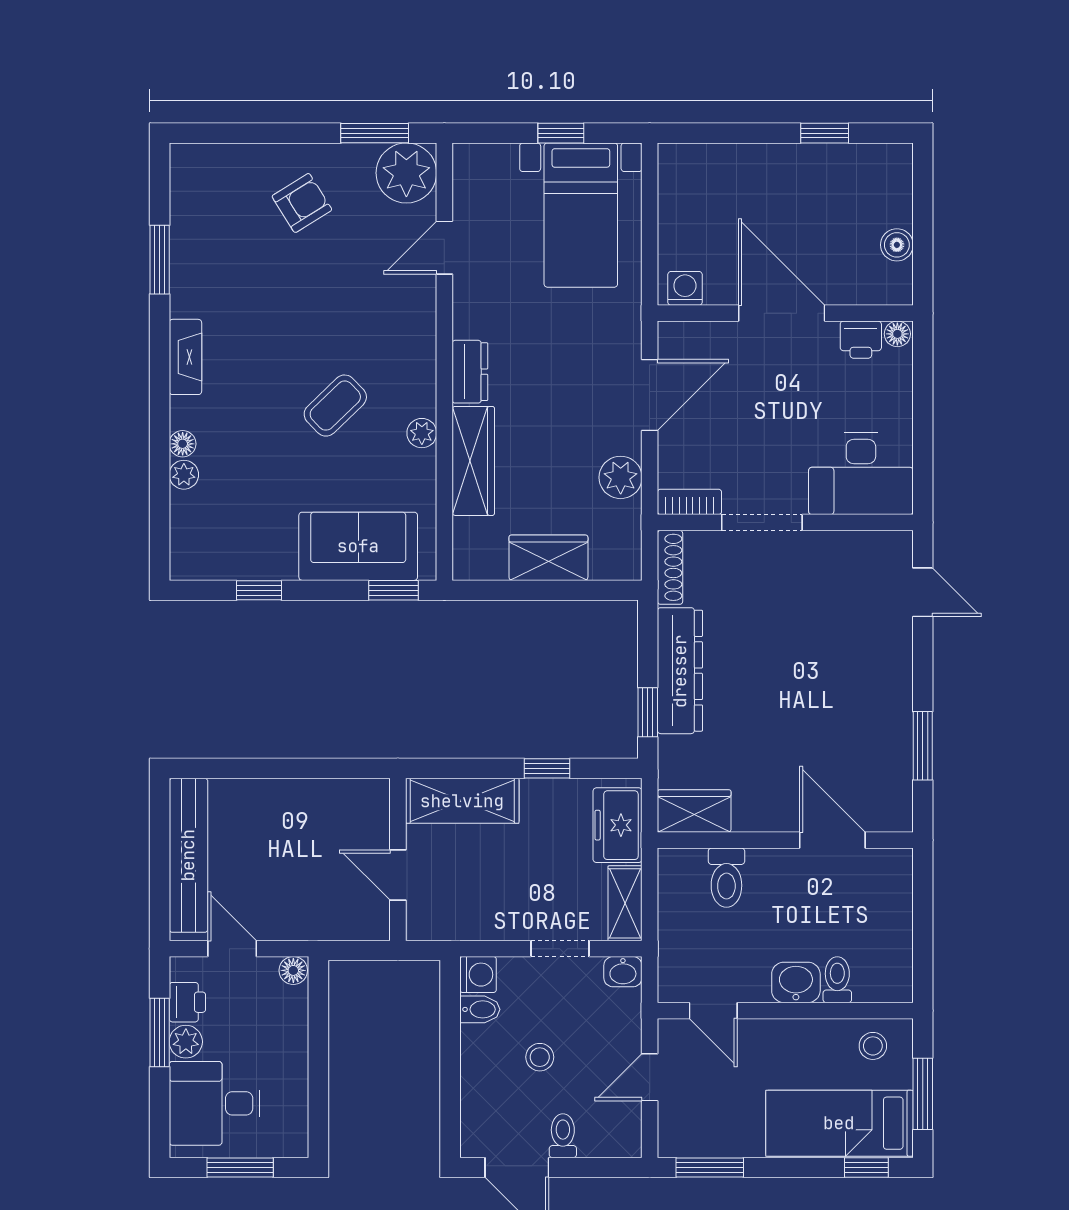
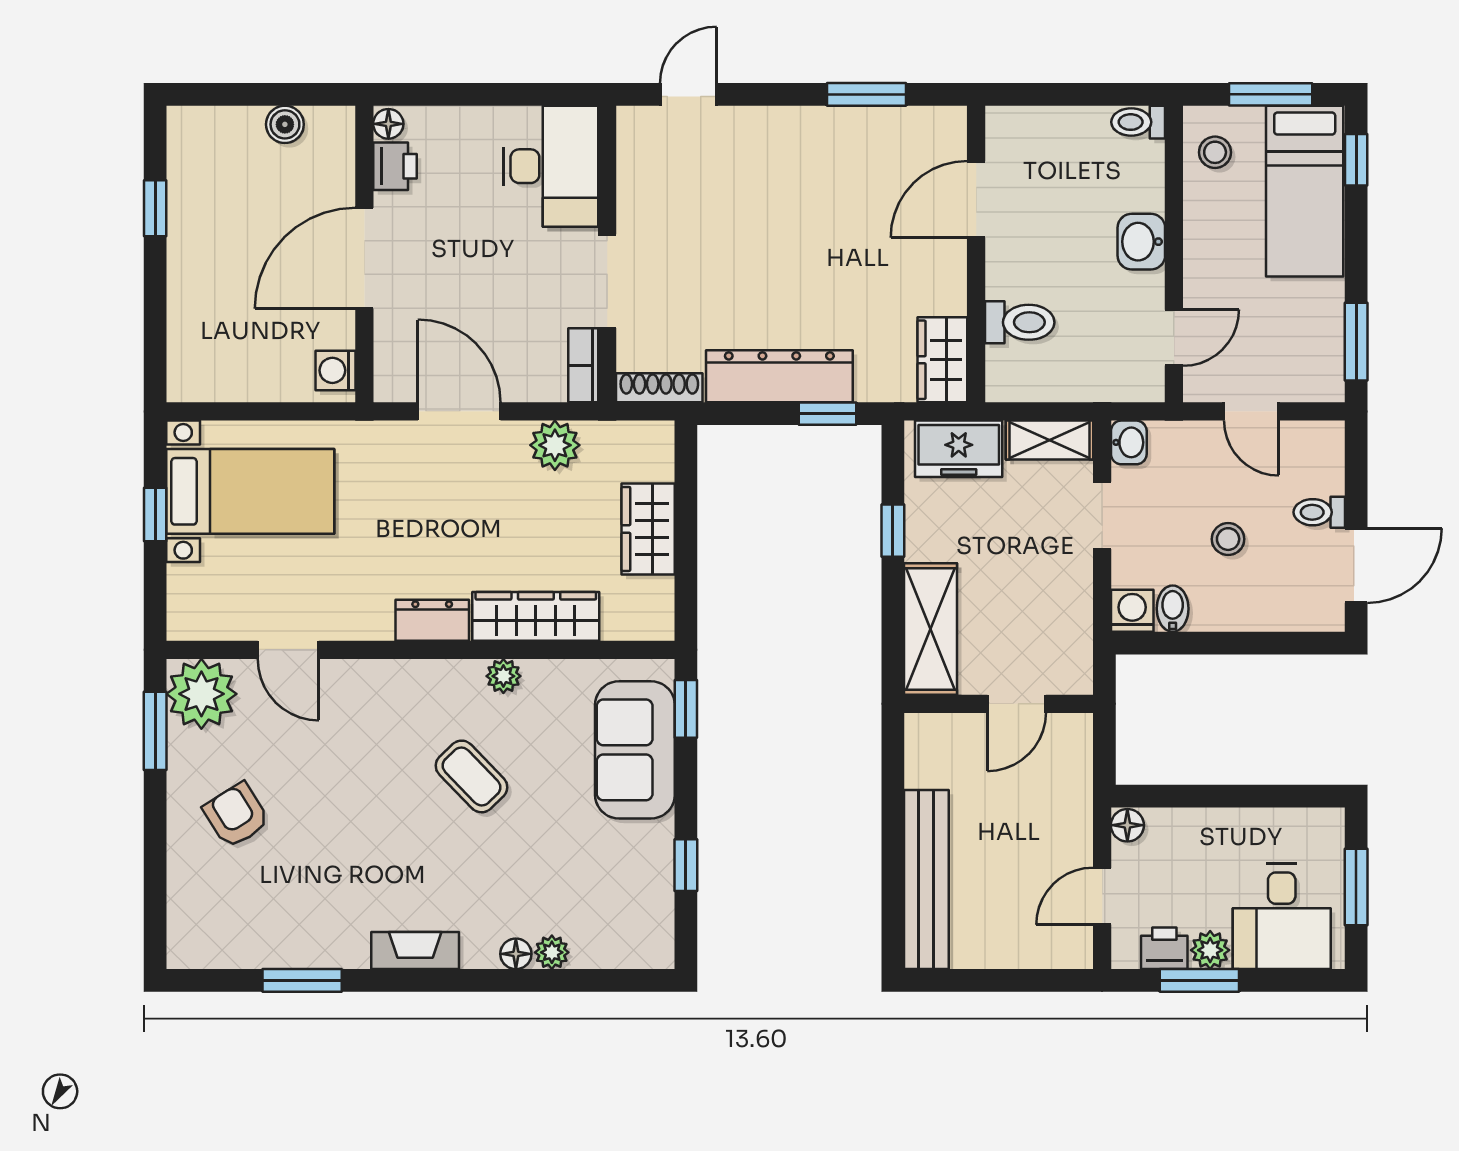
bench: (188, 855) -> (926, 880), moved, turned 90
toilet: (837, 980) -> (1138, 122), moved

